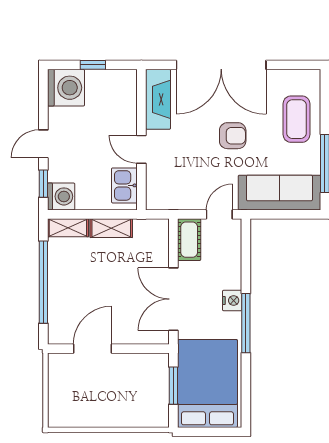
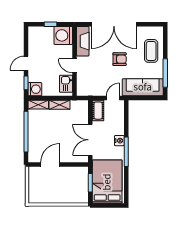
washing machine: (66, 88) -> (63, 35), moved, turned 180

